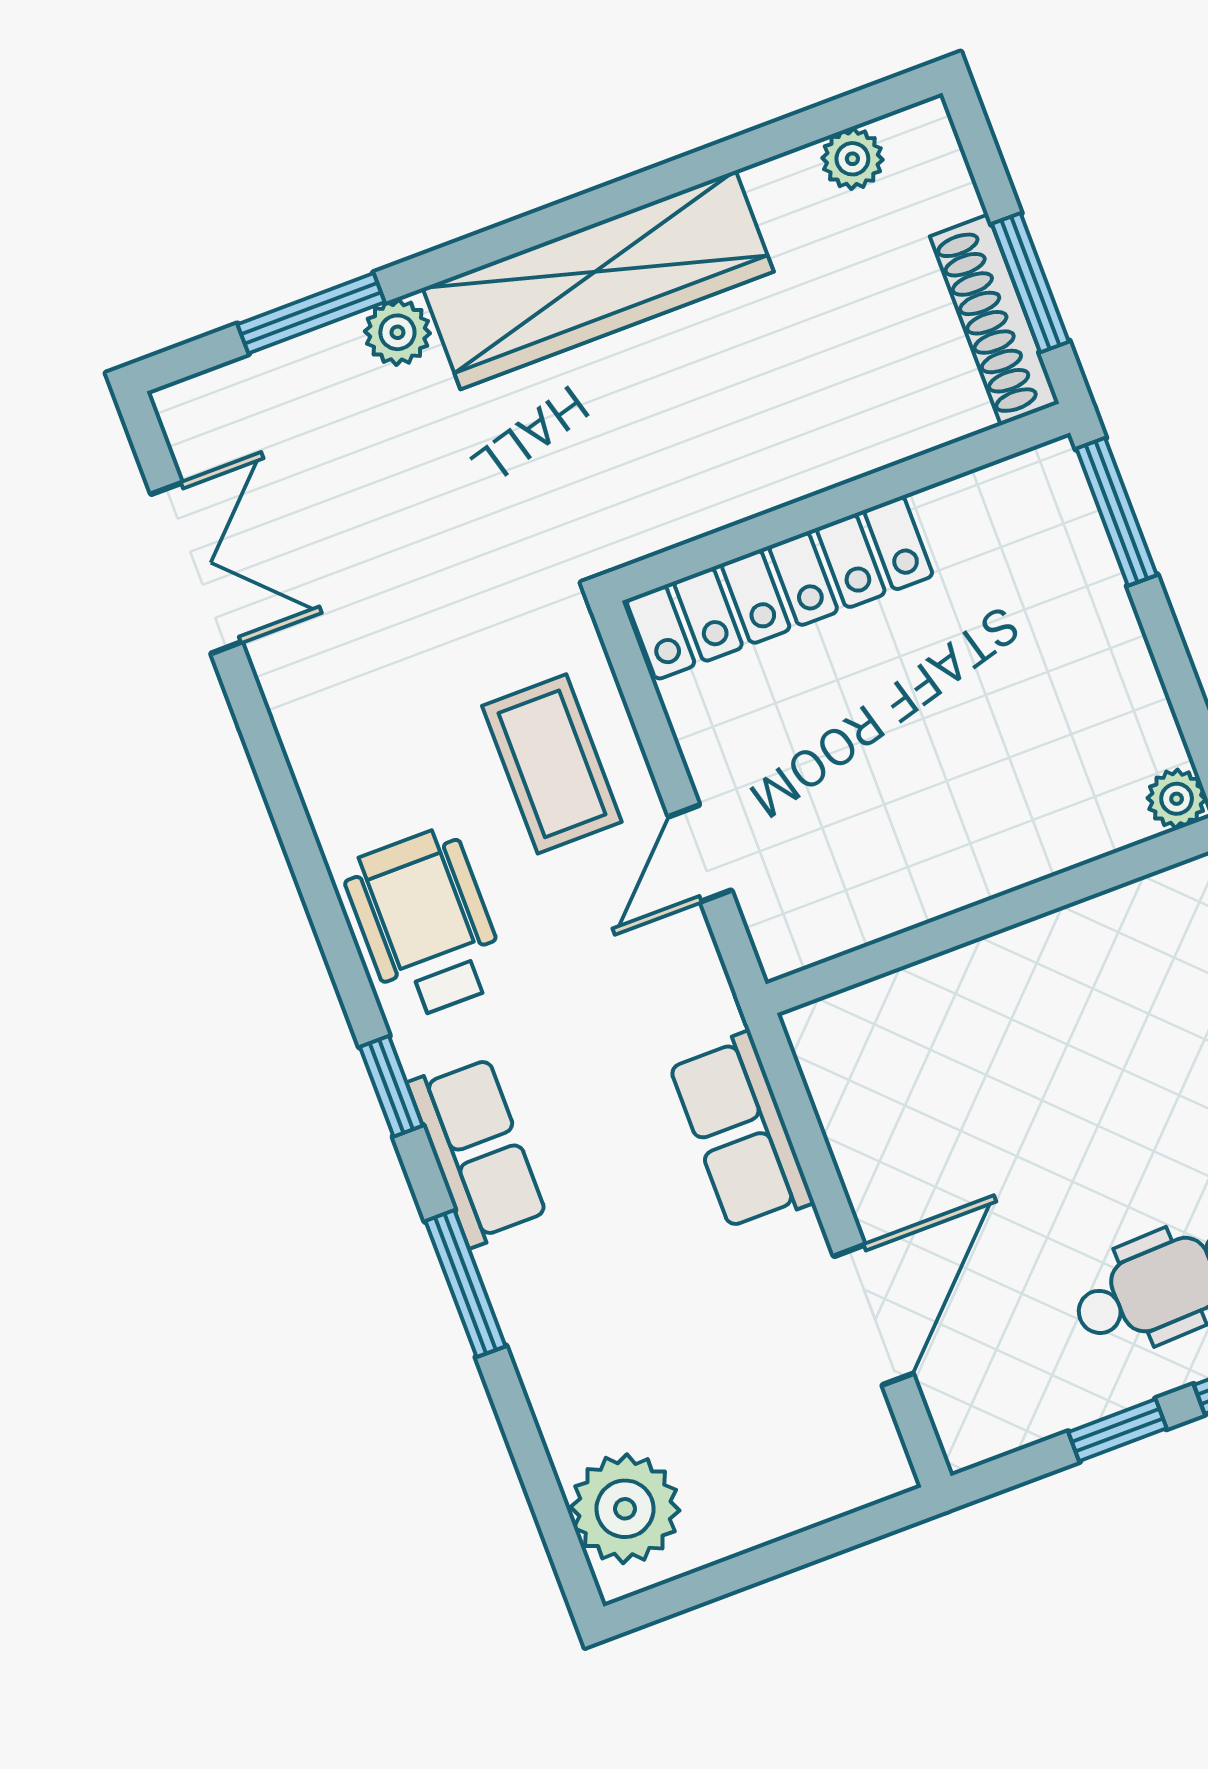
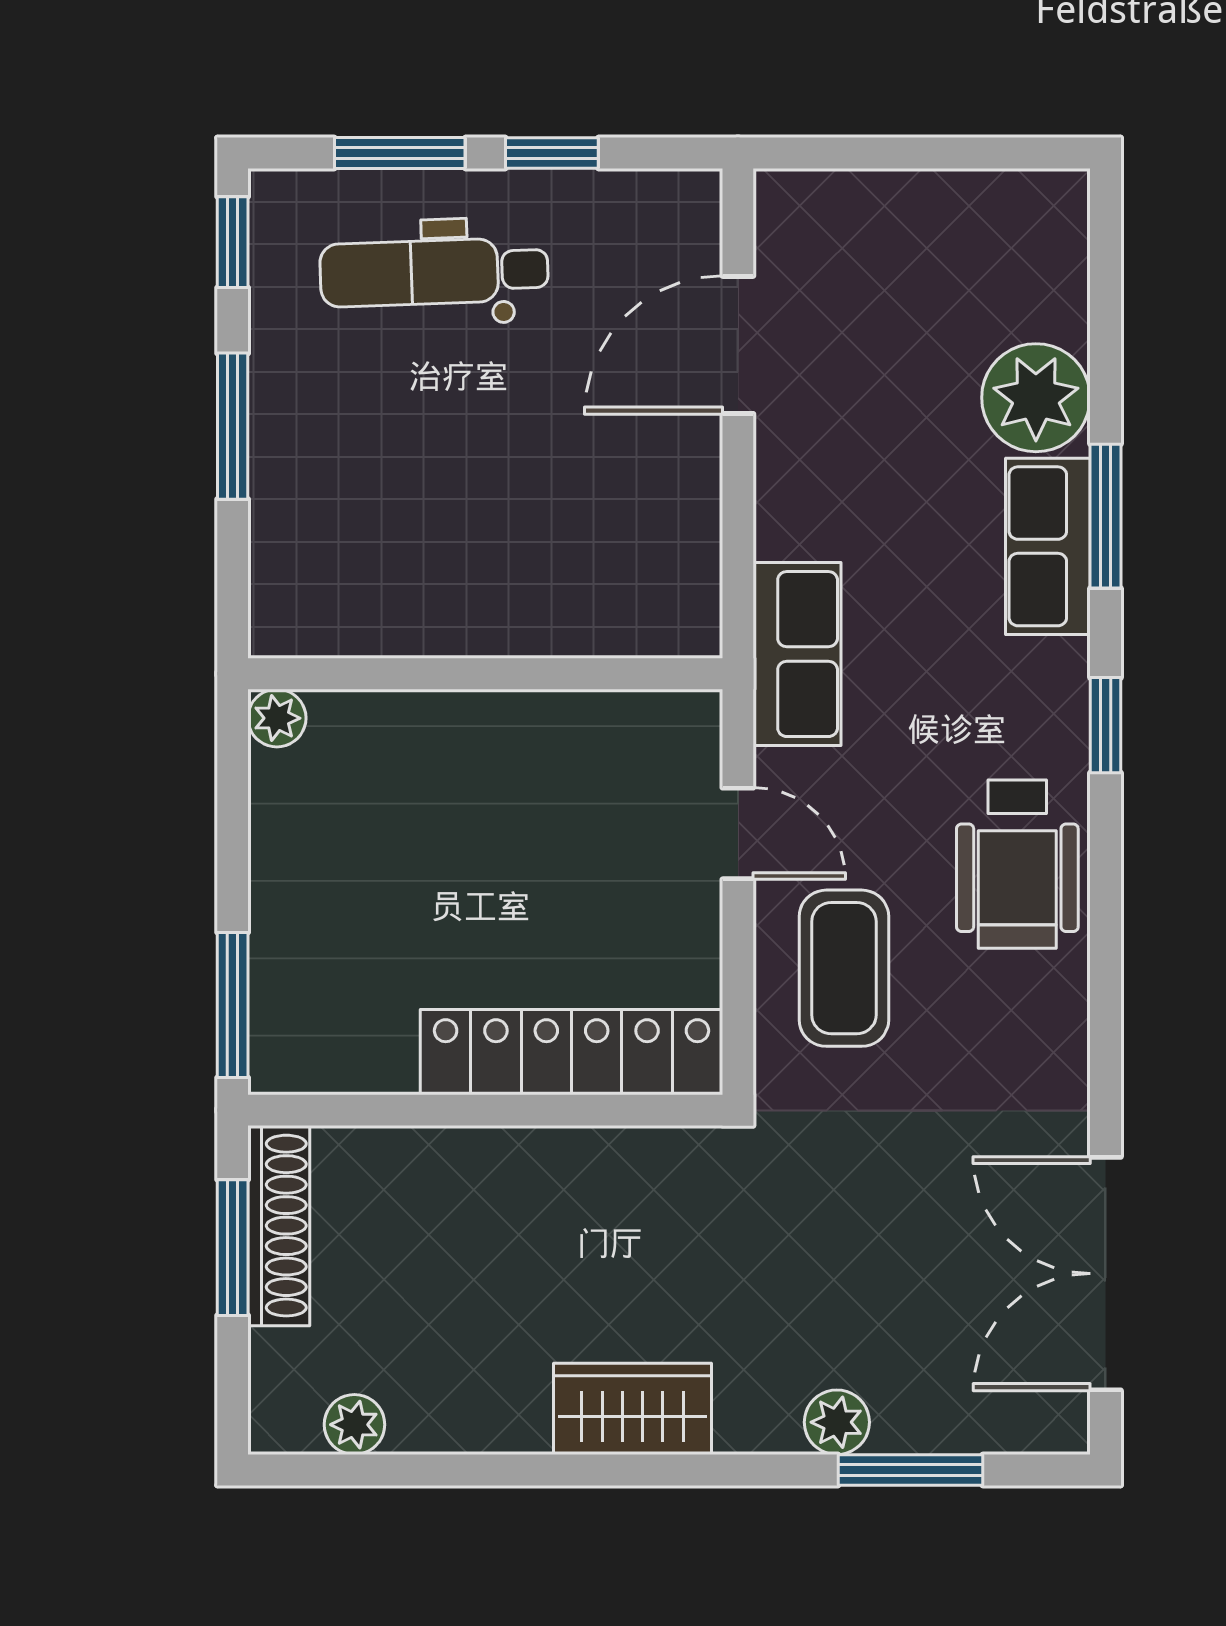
wardrobe: (598, 280) -> (632, 1409), width x0.48, depth x0.85
double door: (196, 568) -> (1105, 1274), width x1.37
door: (700, 853) -> (738, 833), hinge flipped
row of seats: (741, 1132) -> (797, 654), moved
row of seats: (478, 1151) -> (1048, 546), moved
plant: (625, 1509) -> (1036, 398), moved

